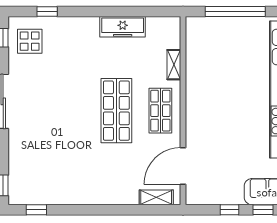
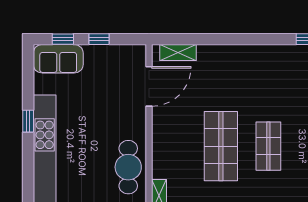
cafe table: (202, 91) -> (128, 167), added
shop shelf: (160, 111) -> (268, 146), moved

